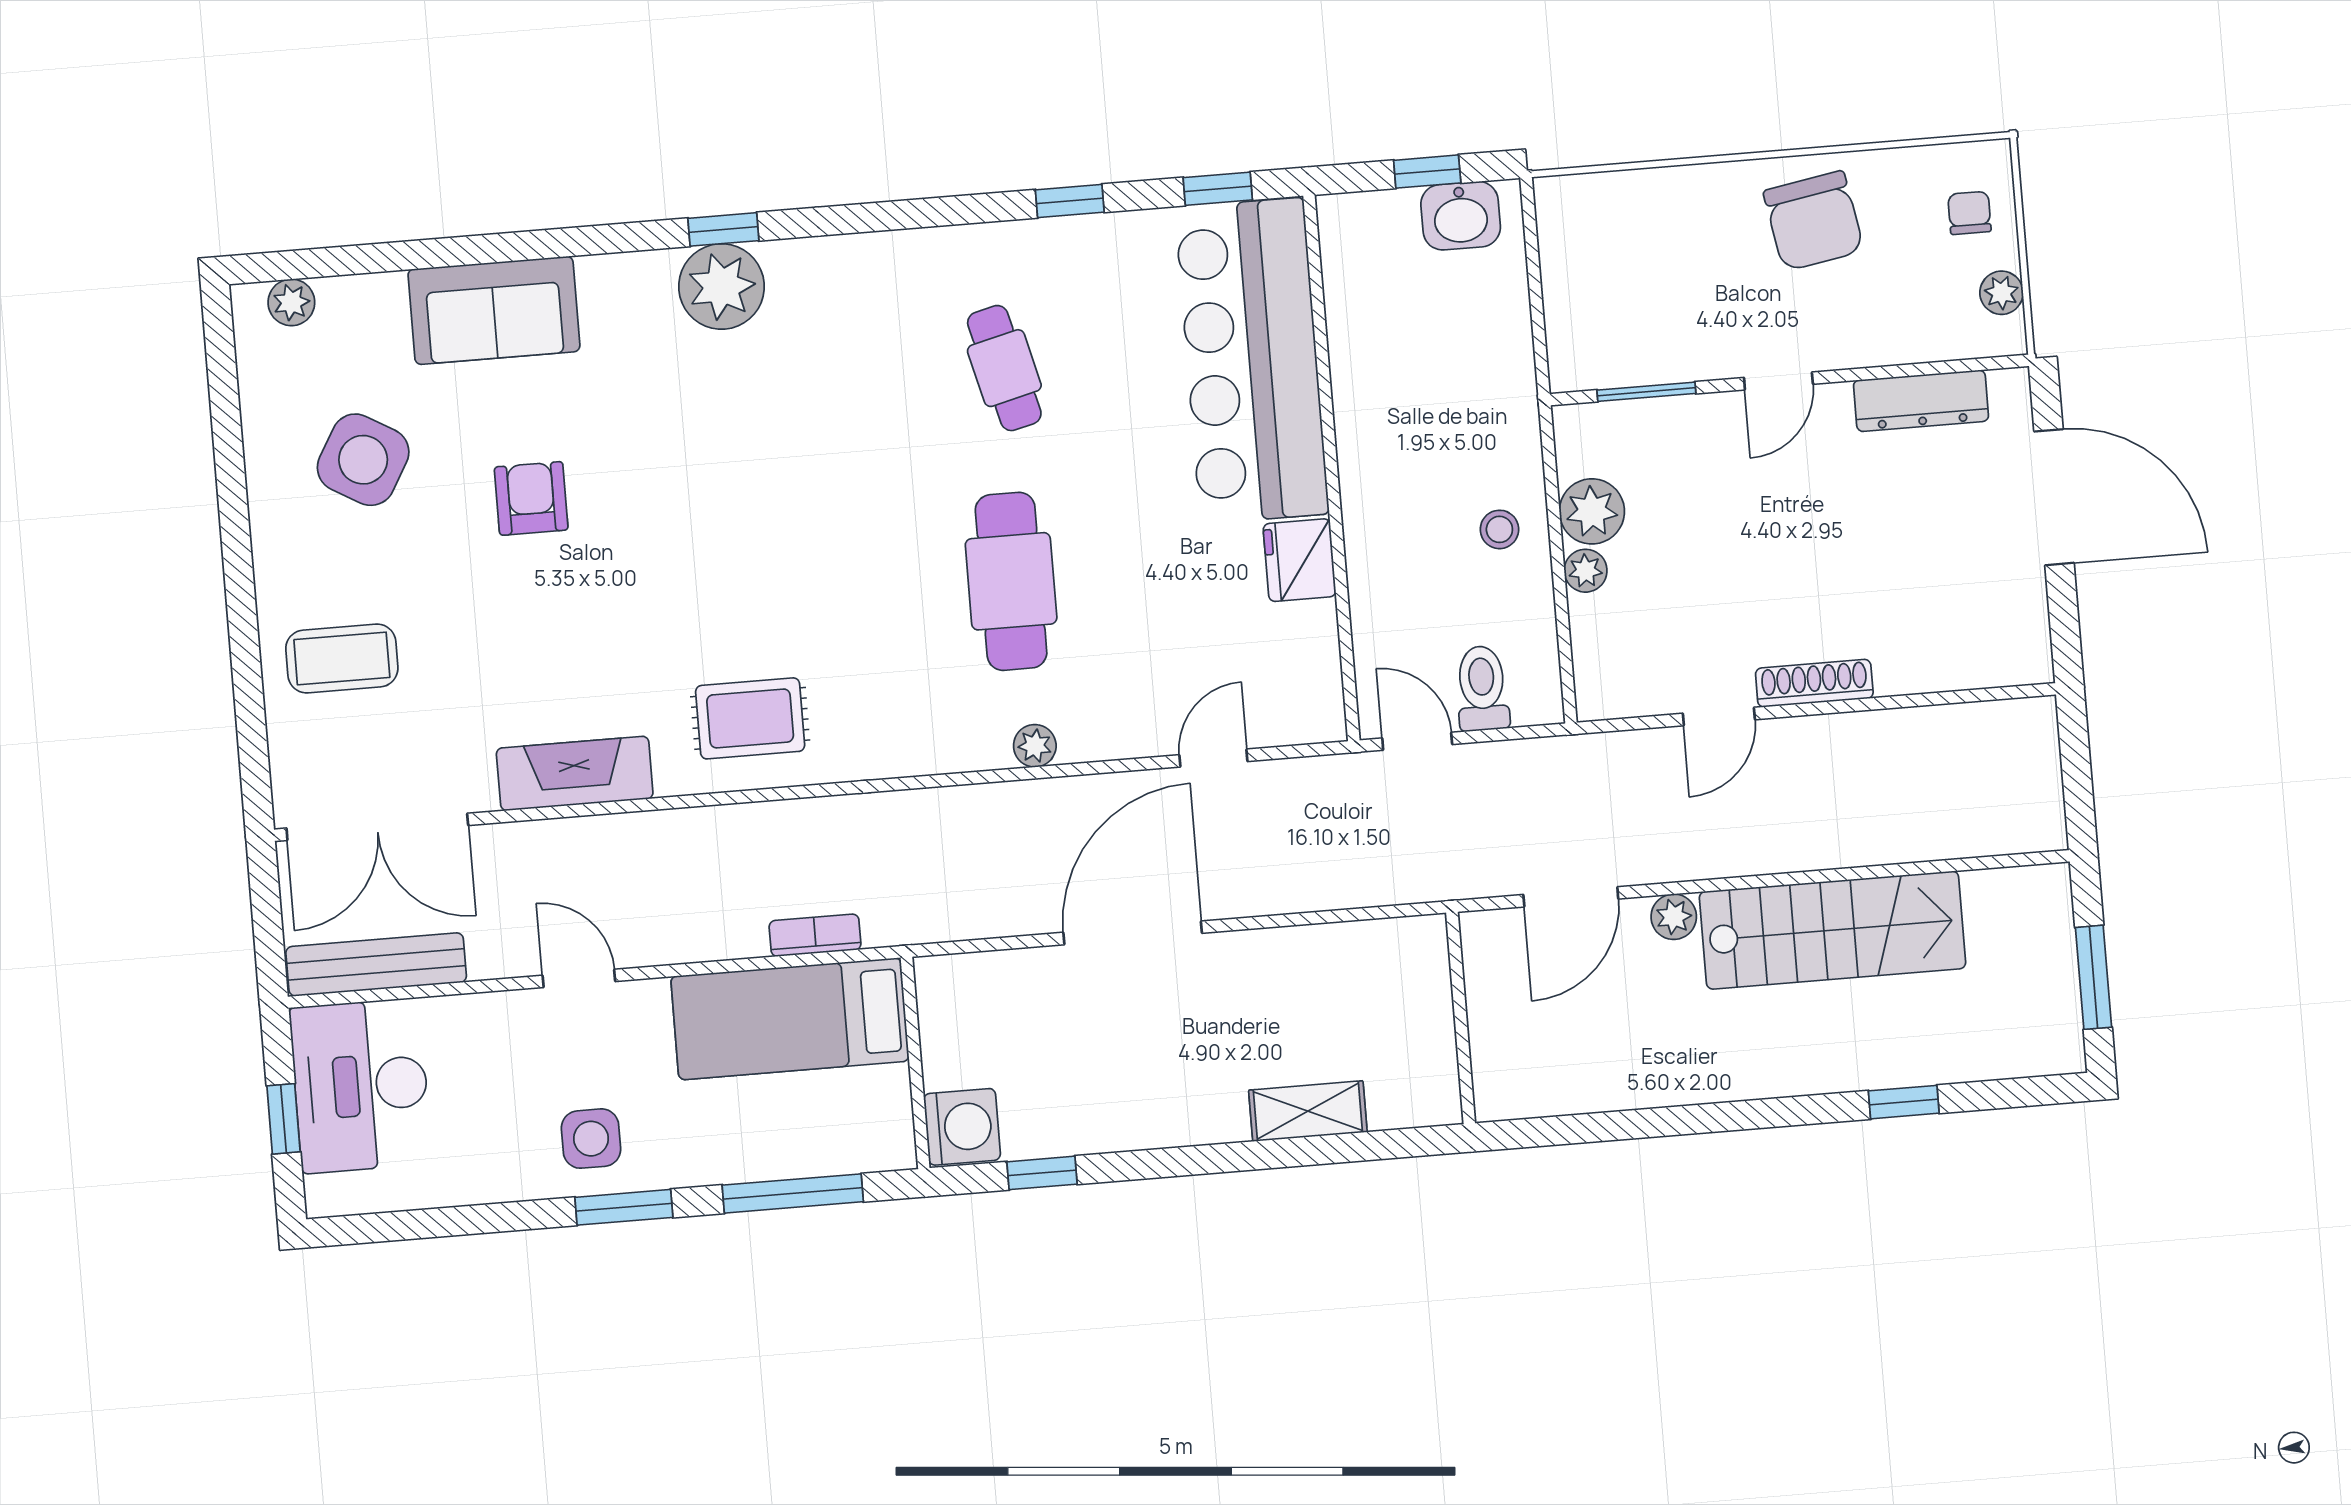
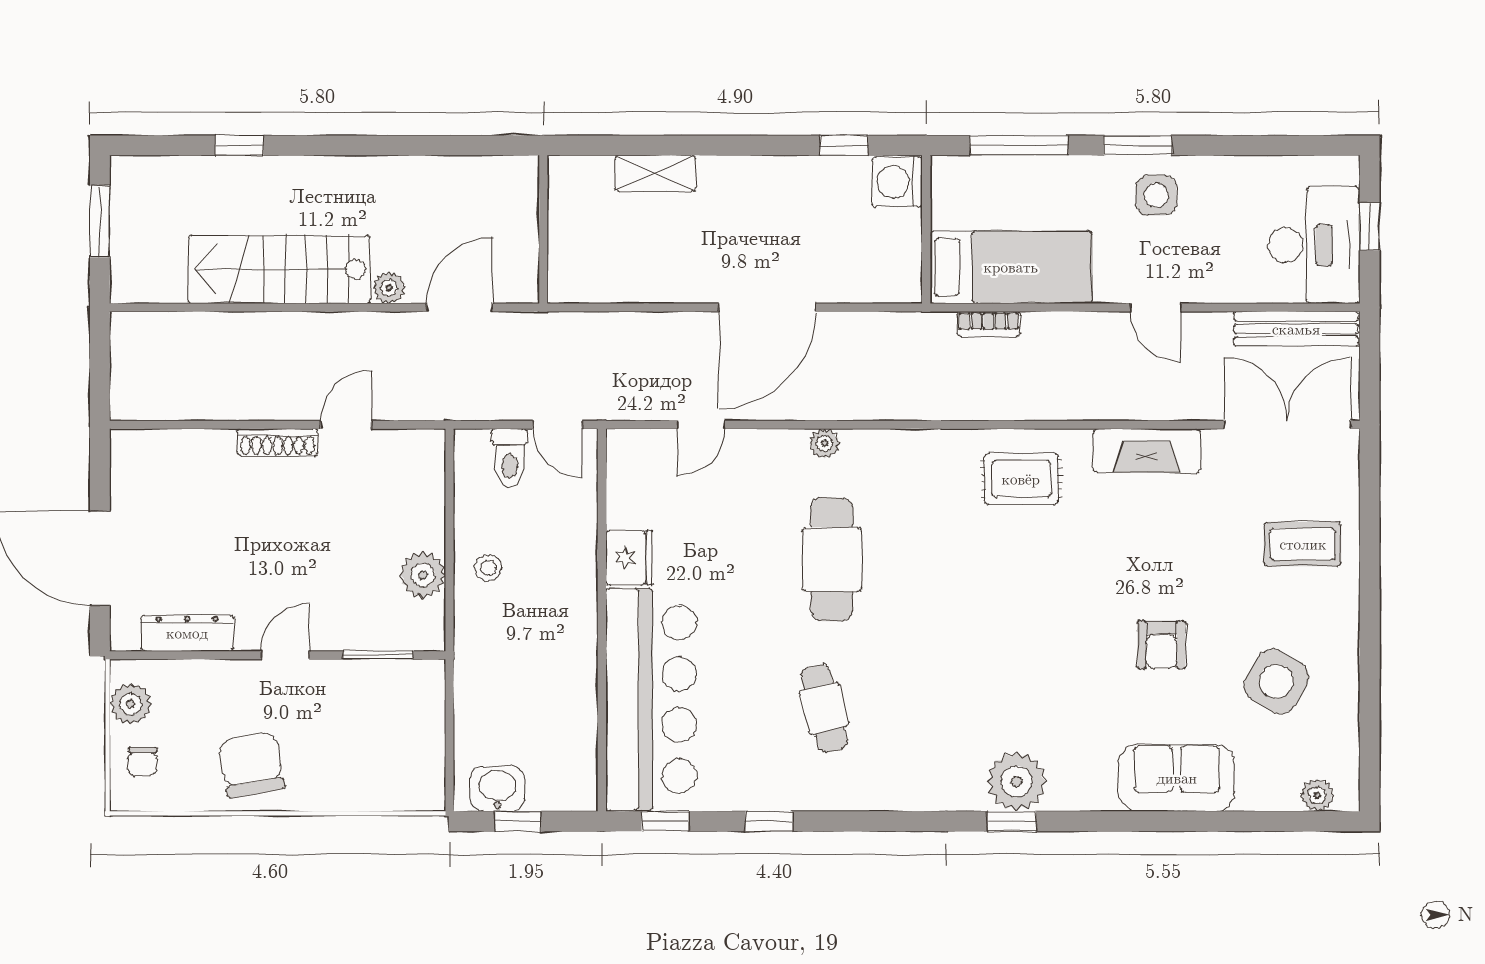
plant: (2001, 293) -> (130, 704), width x1.38, depth x1.38
plant: (1586, 571) -> (431, 534), removed

